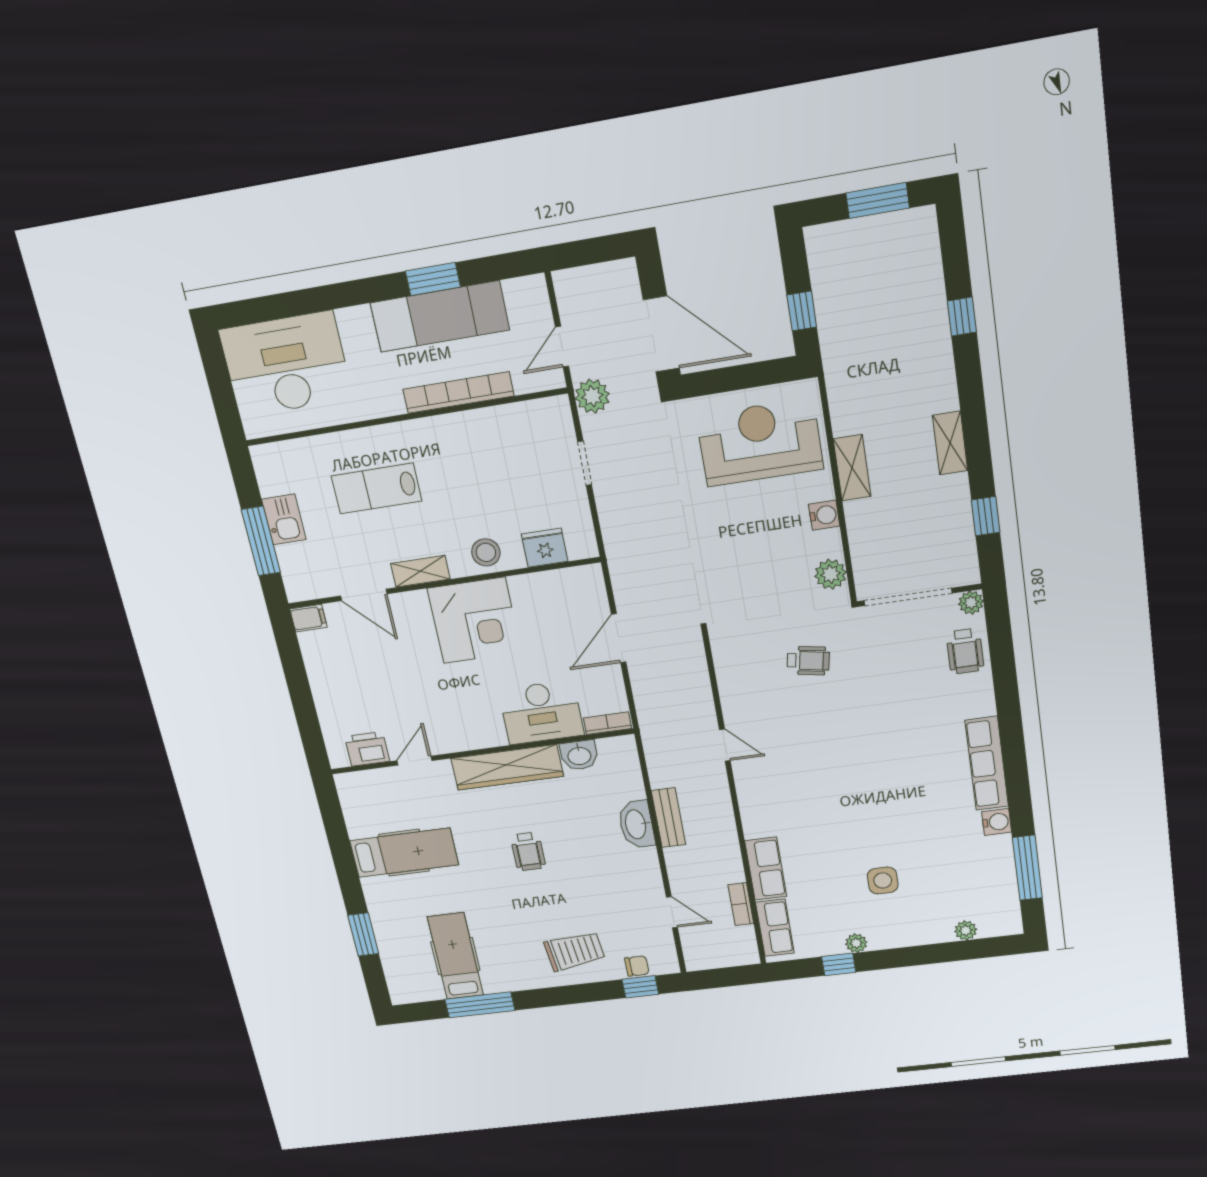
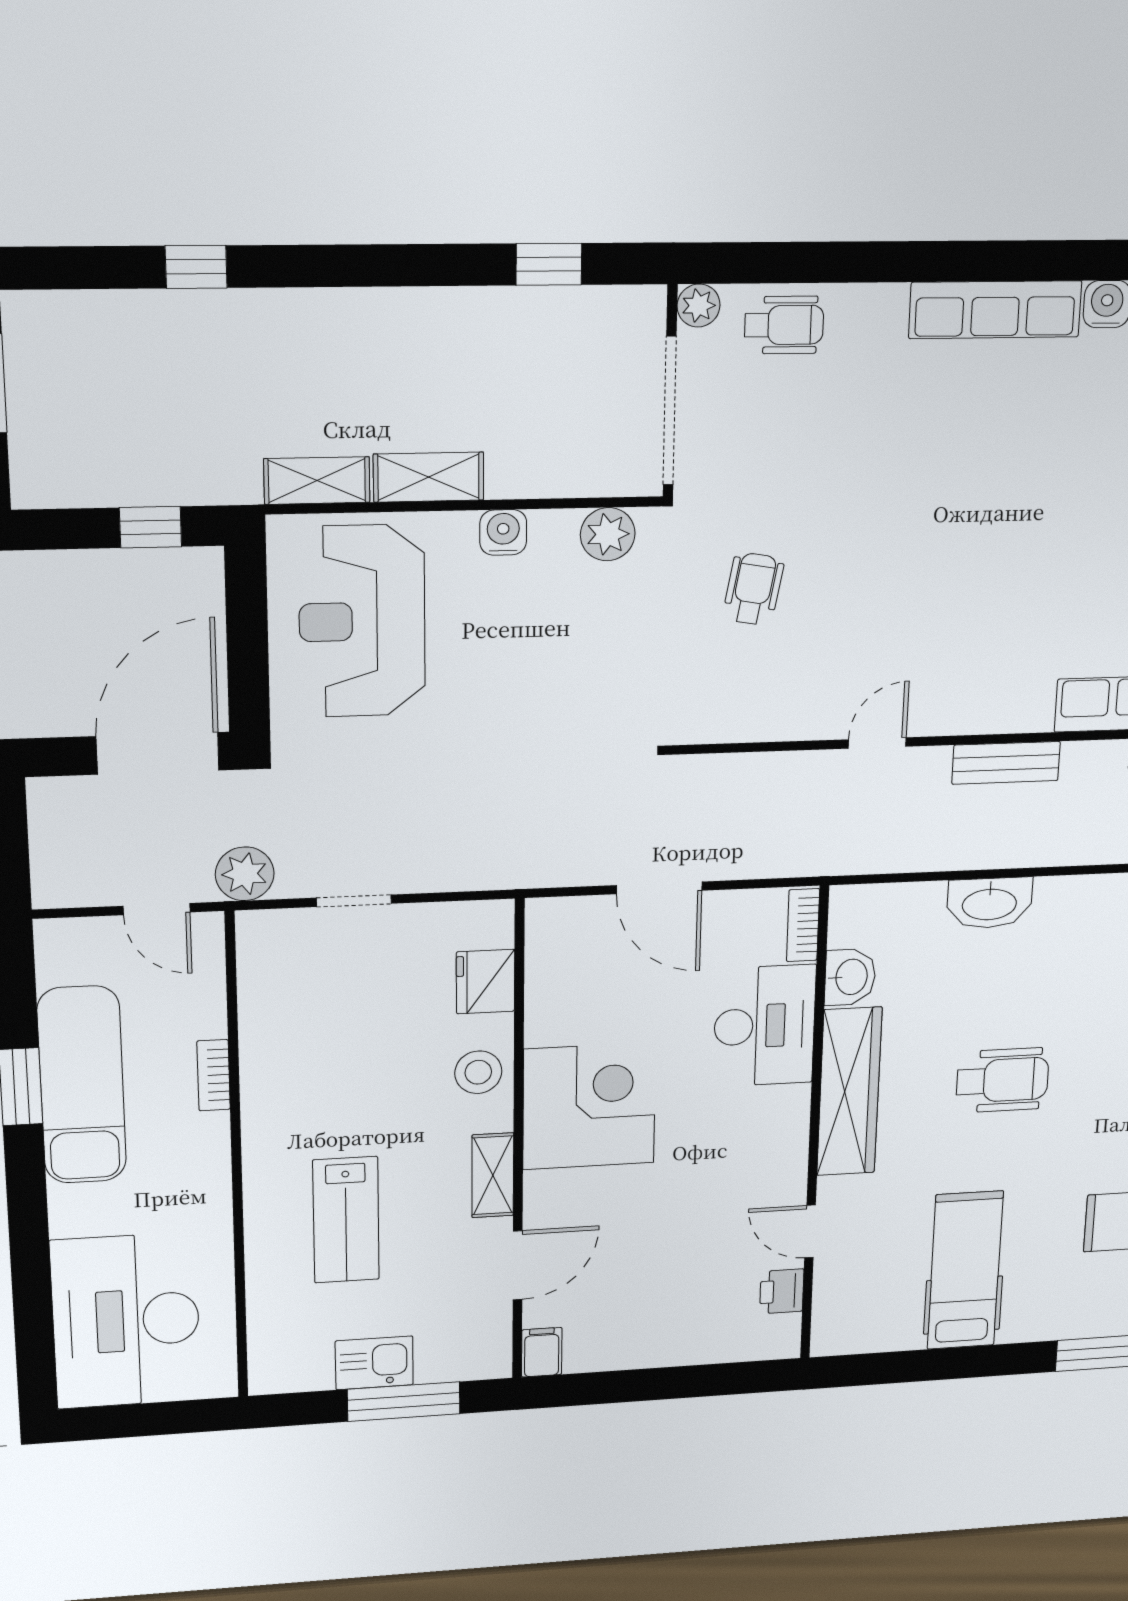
bookcase: (458, 393) -> (214, 1075), width x0.43, depth x0.76
shelving: (950, 443) -> (317, 481), moved
printer: (367, 749) -> (782, 1291), width x0.73, depth x0.81
bench: (668, 818) -> (1006, 763), moved
wheelchair: (528, 851) -> (1002, 1080), width x1.36, depth x1.37

